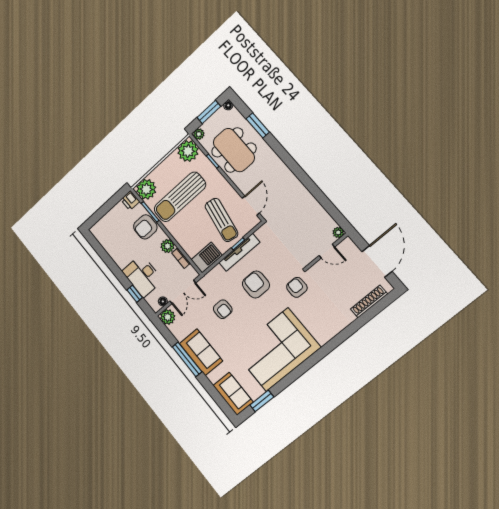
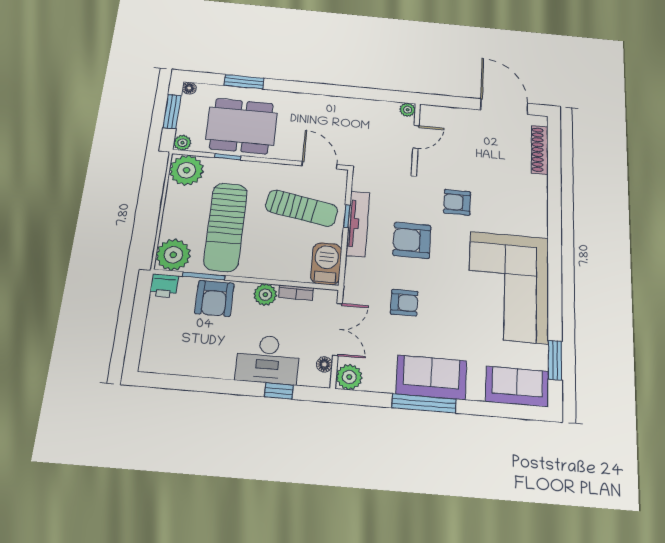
plant: (338, 232) -> (408, 110), moved
wall: (326, 251) -> (416, 137), moved
door: (327, 251) -> (416, 137), moved

